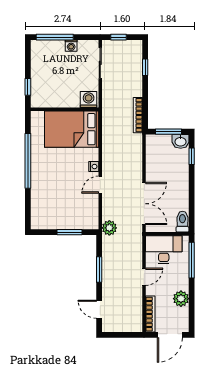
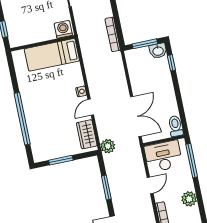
bed: (72, 129) -> (52, 55), width x0.67
window: (28, 161) -> (22, 119), moved
wardrobe: (90, 211) -> (87, 134), added
window: (69, 232) -> (61, 160), moved

